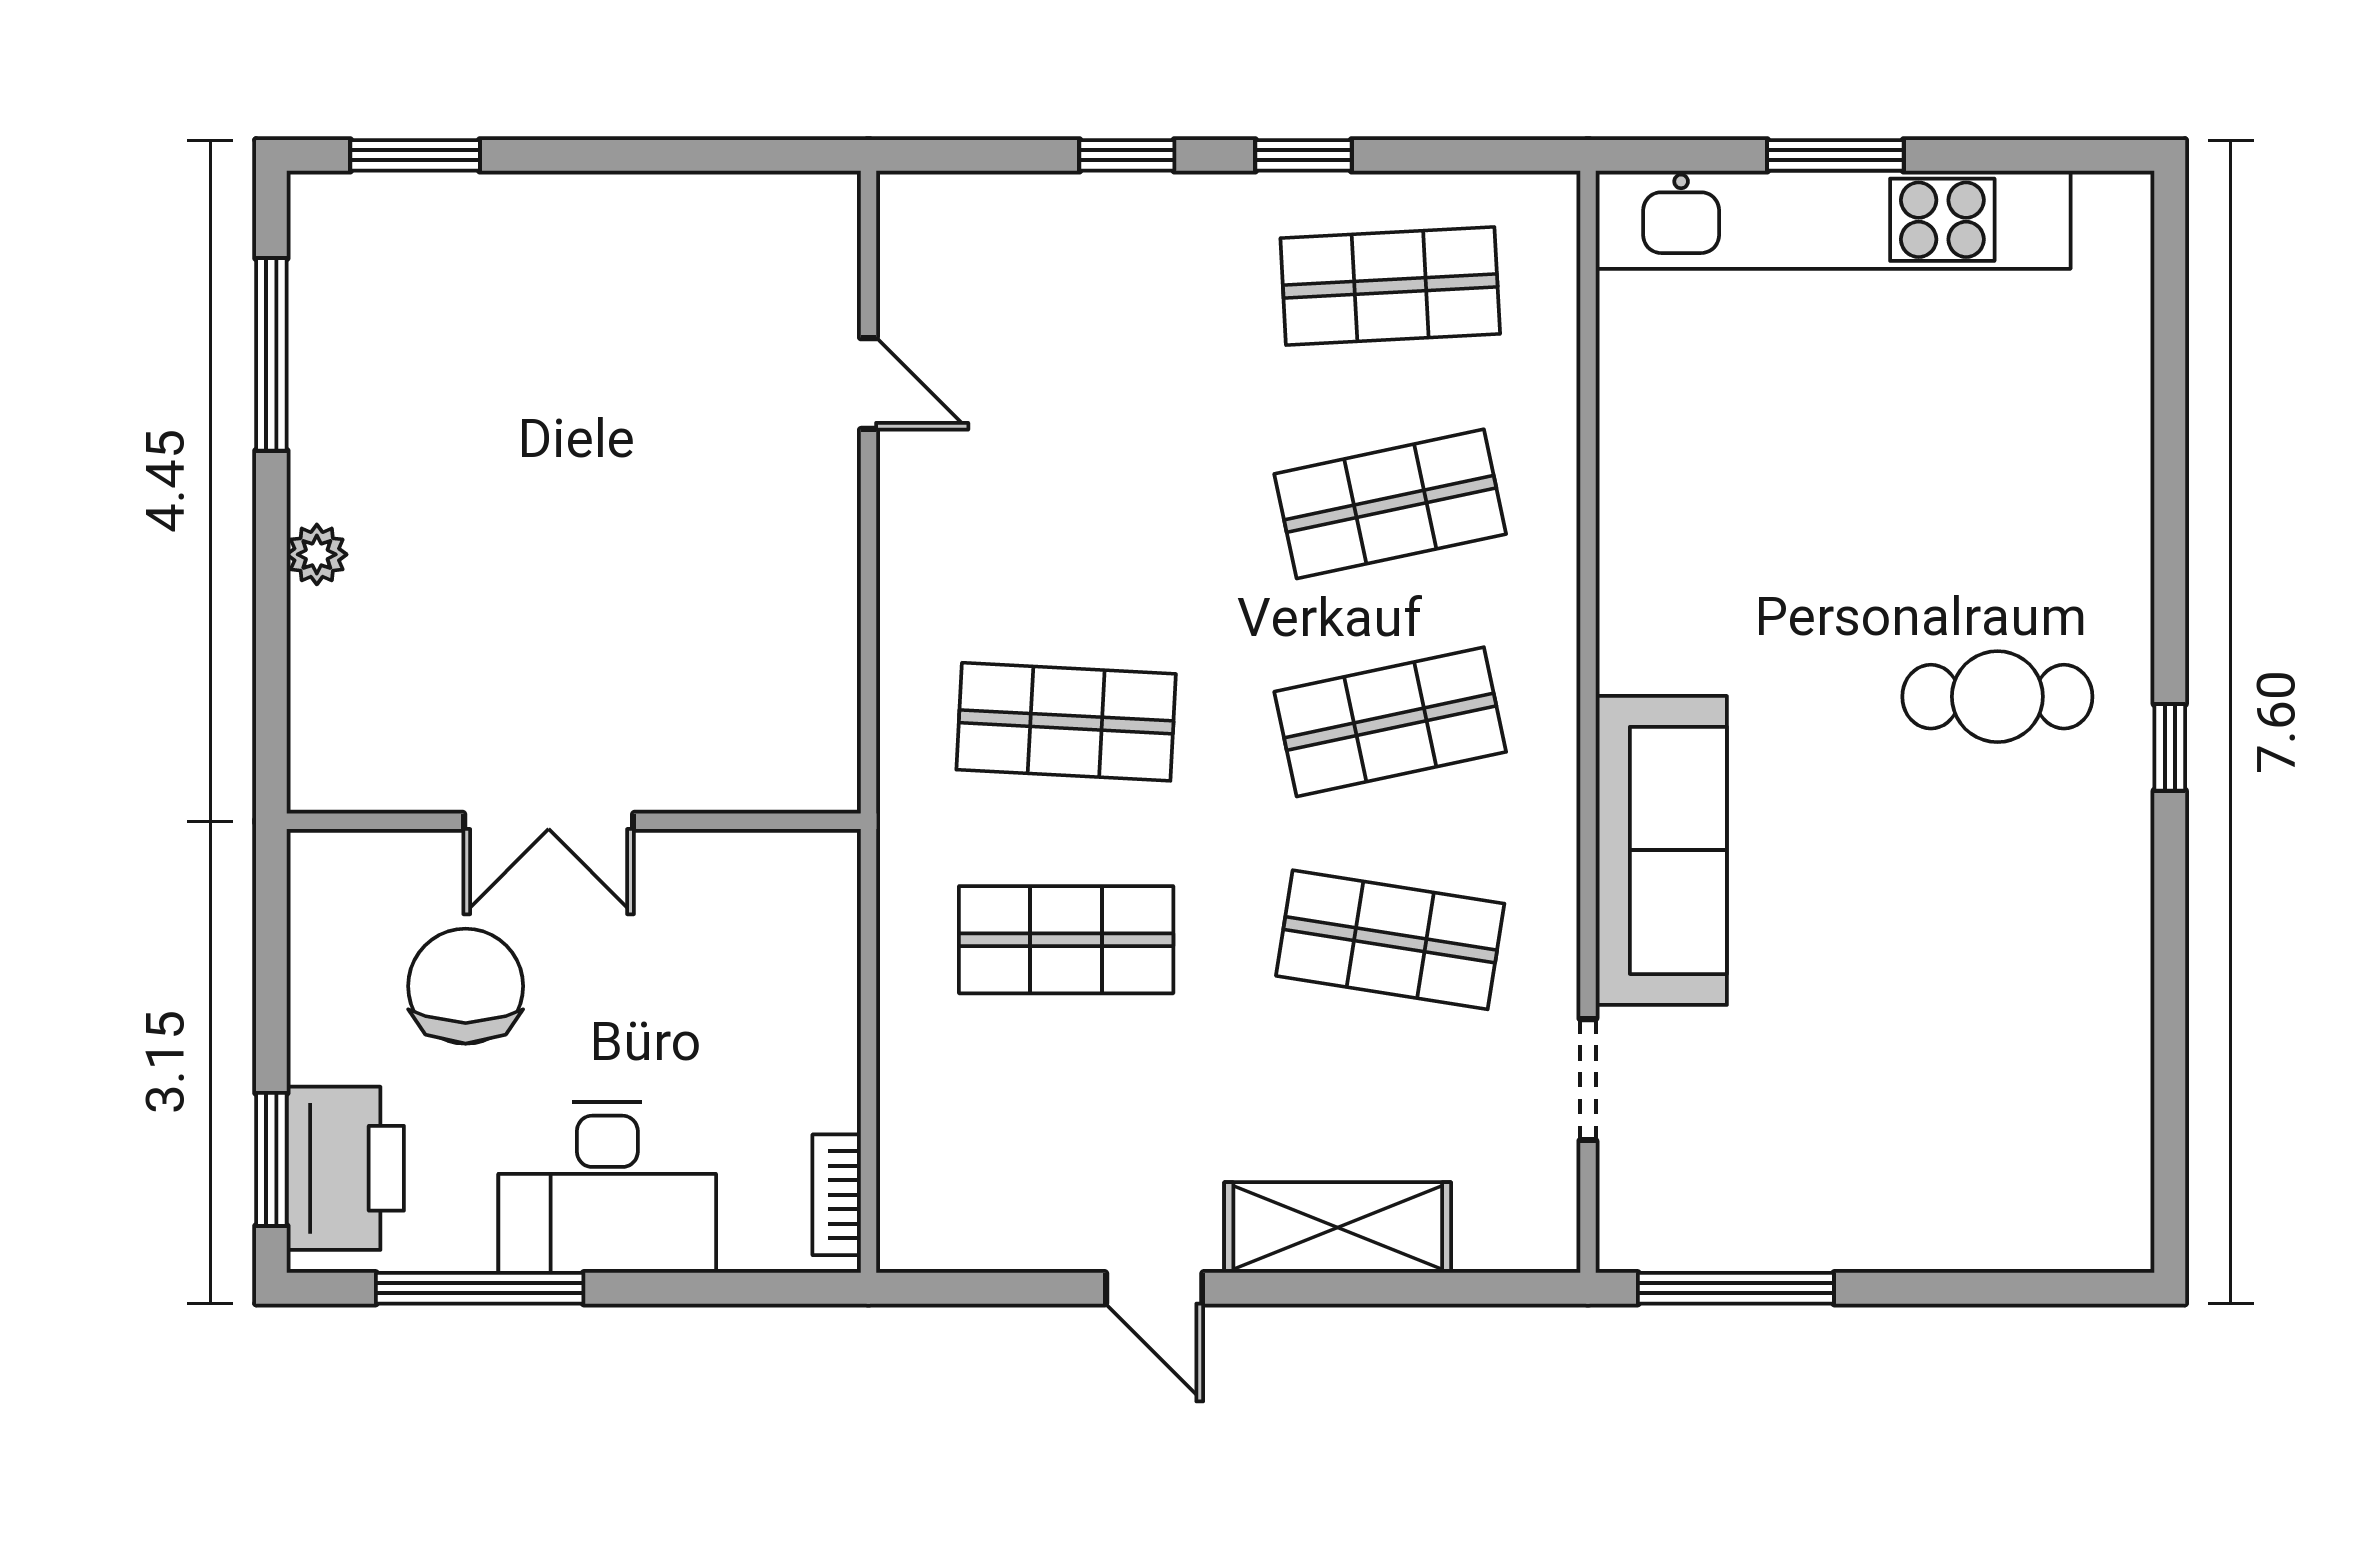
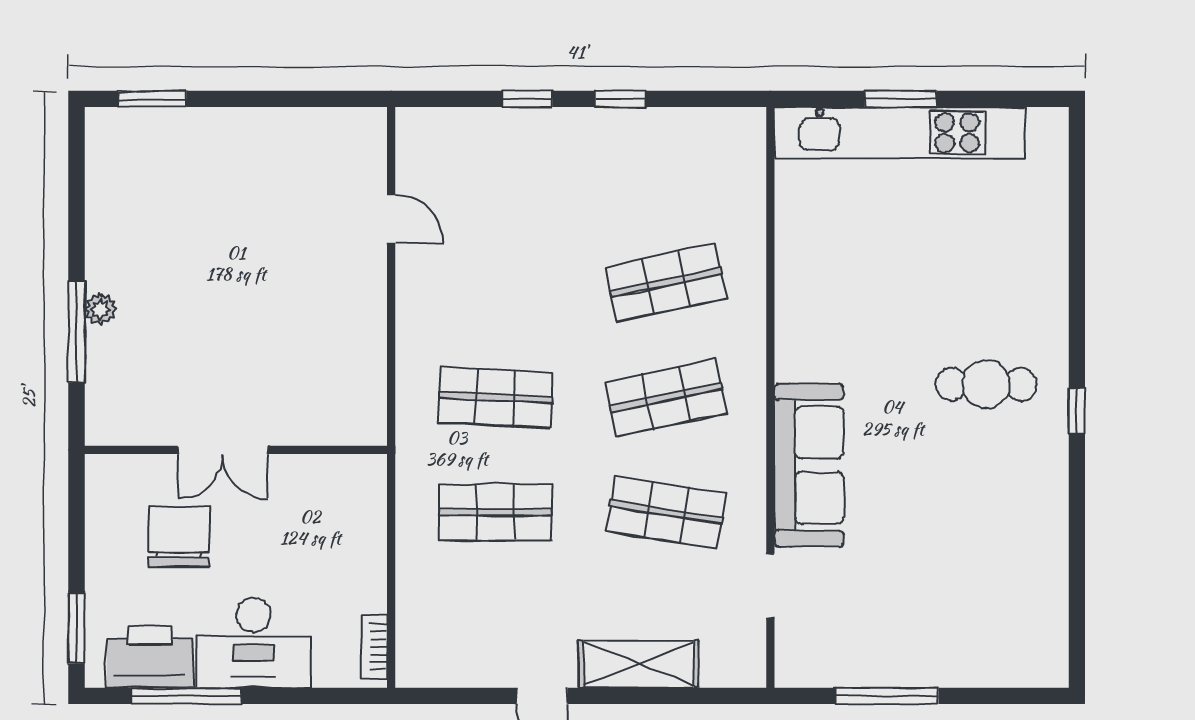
shop shelf: (1390, 286) -> (666, 168), removed
window: (271, 354) -> (76, 332), moved
printer: (345, 1168) -> (150, 657), moved, turned -90
window: (1736, 1288) -> (887, 696), moved

